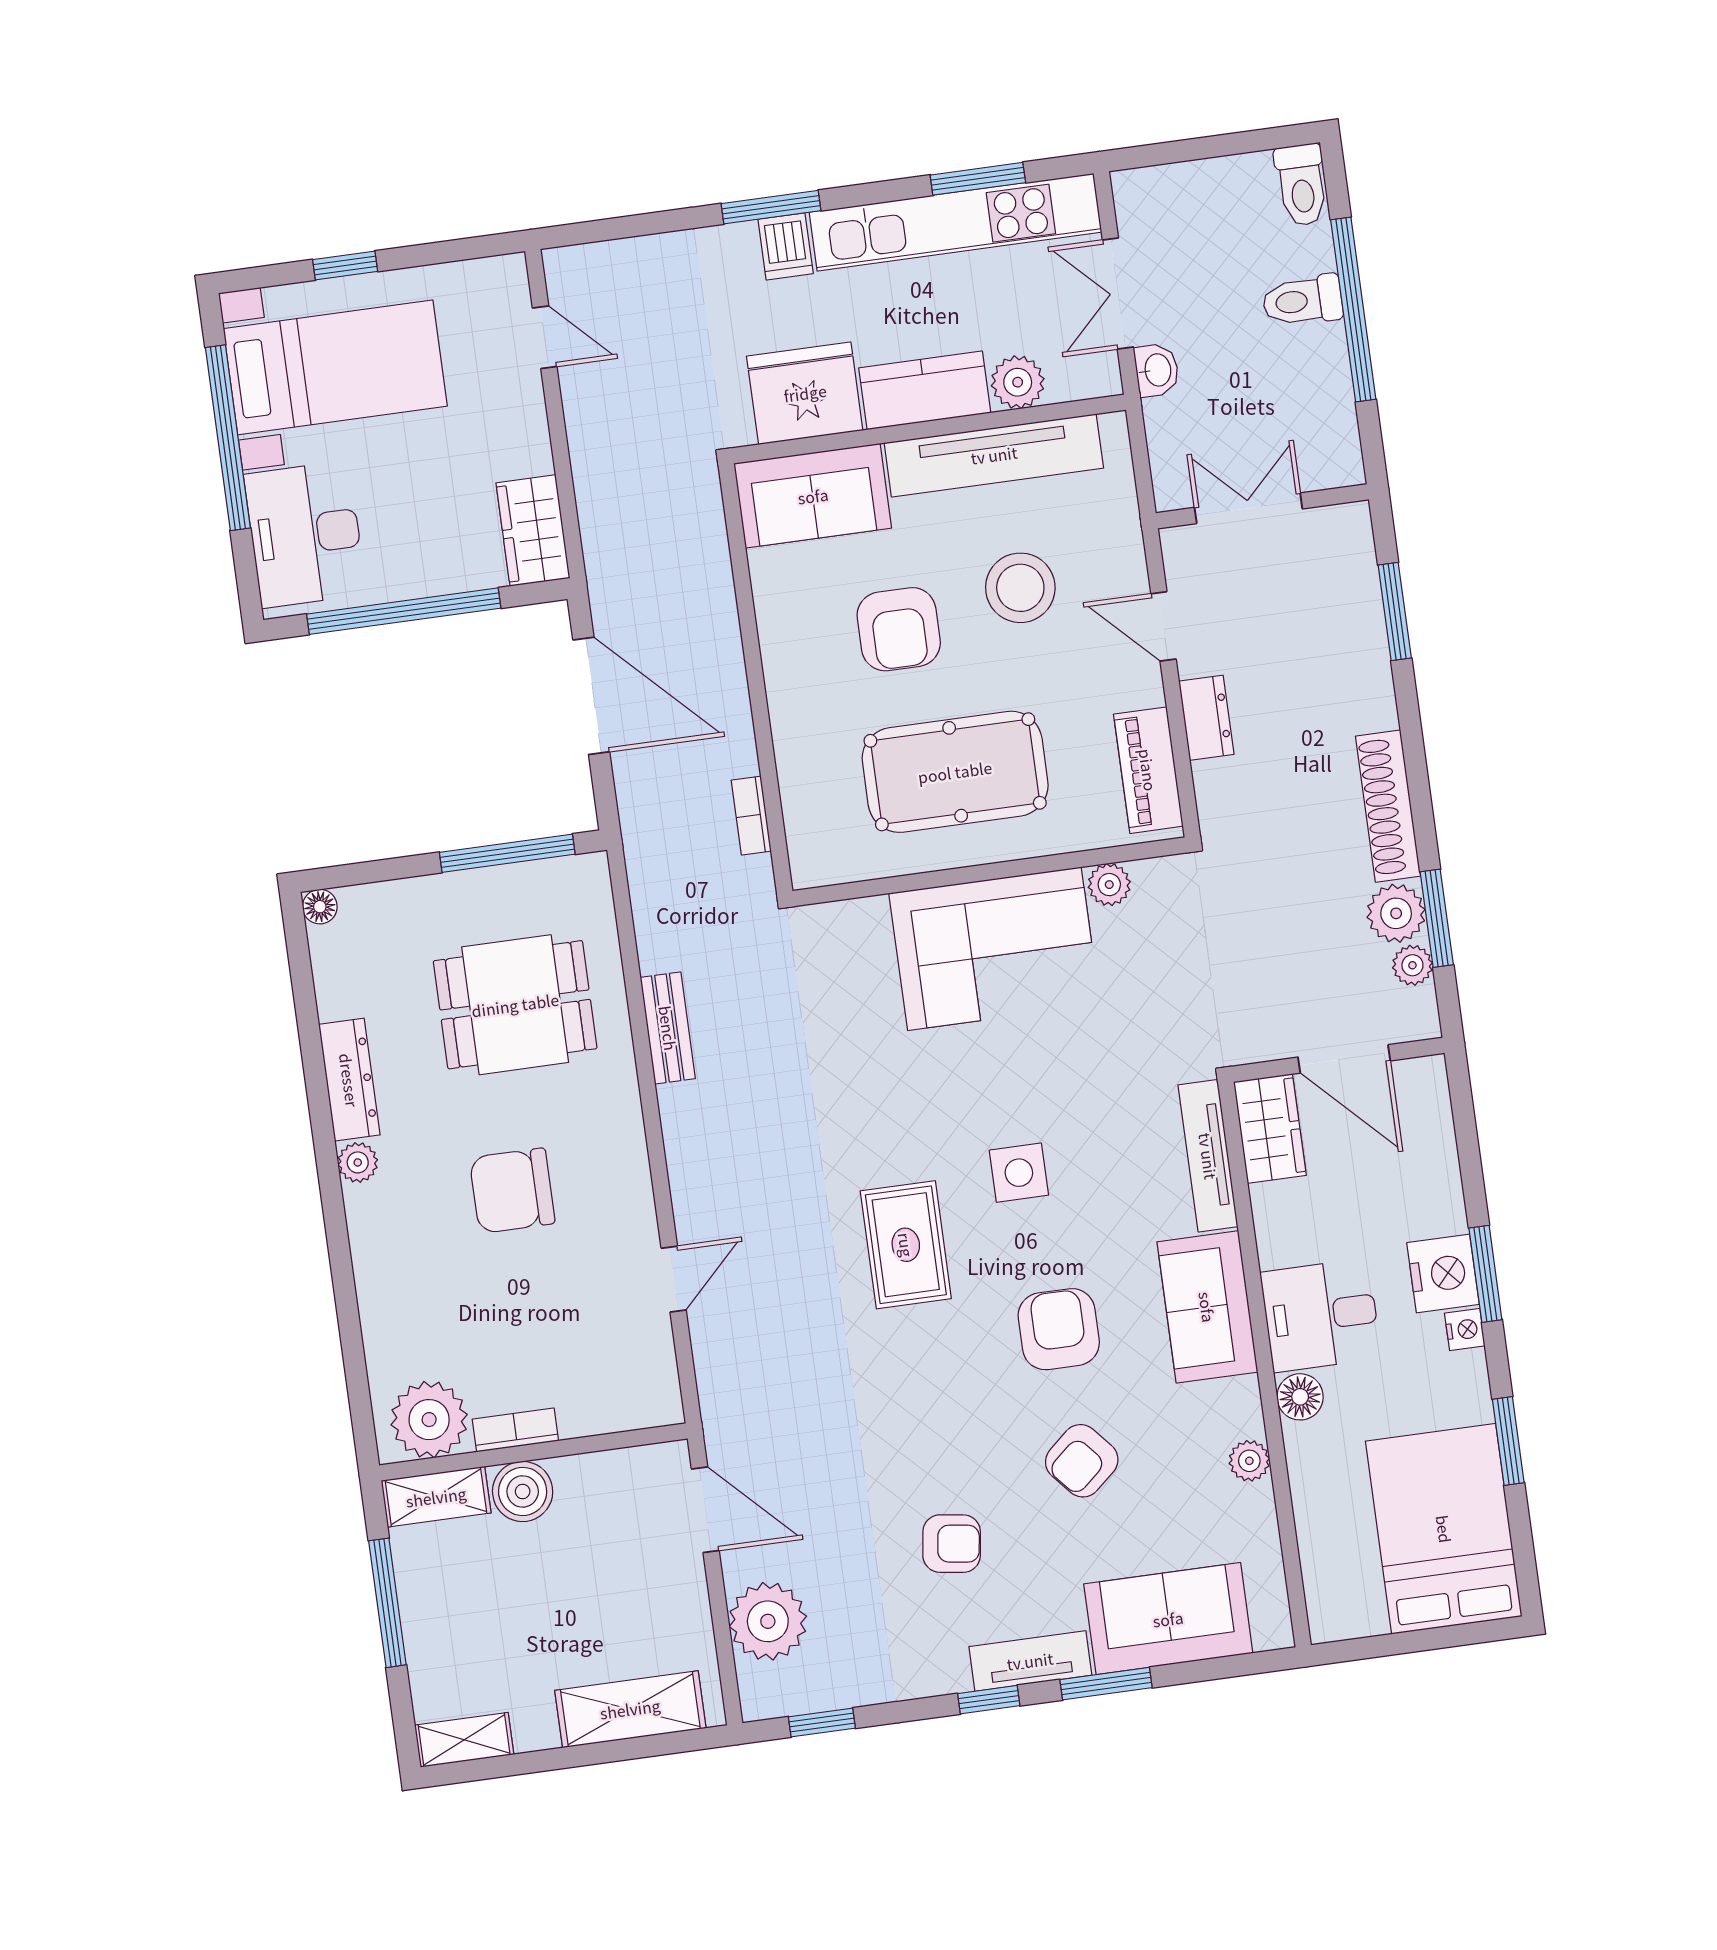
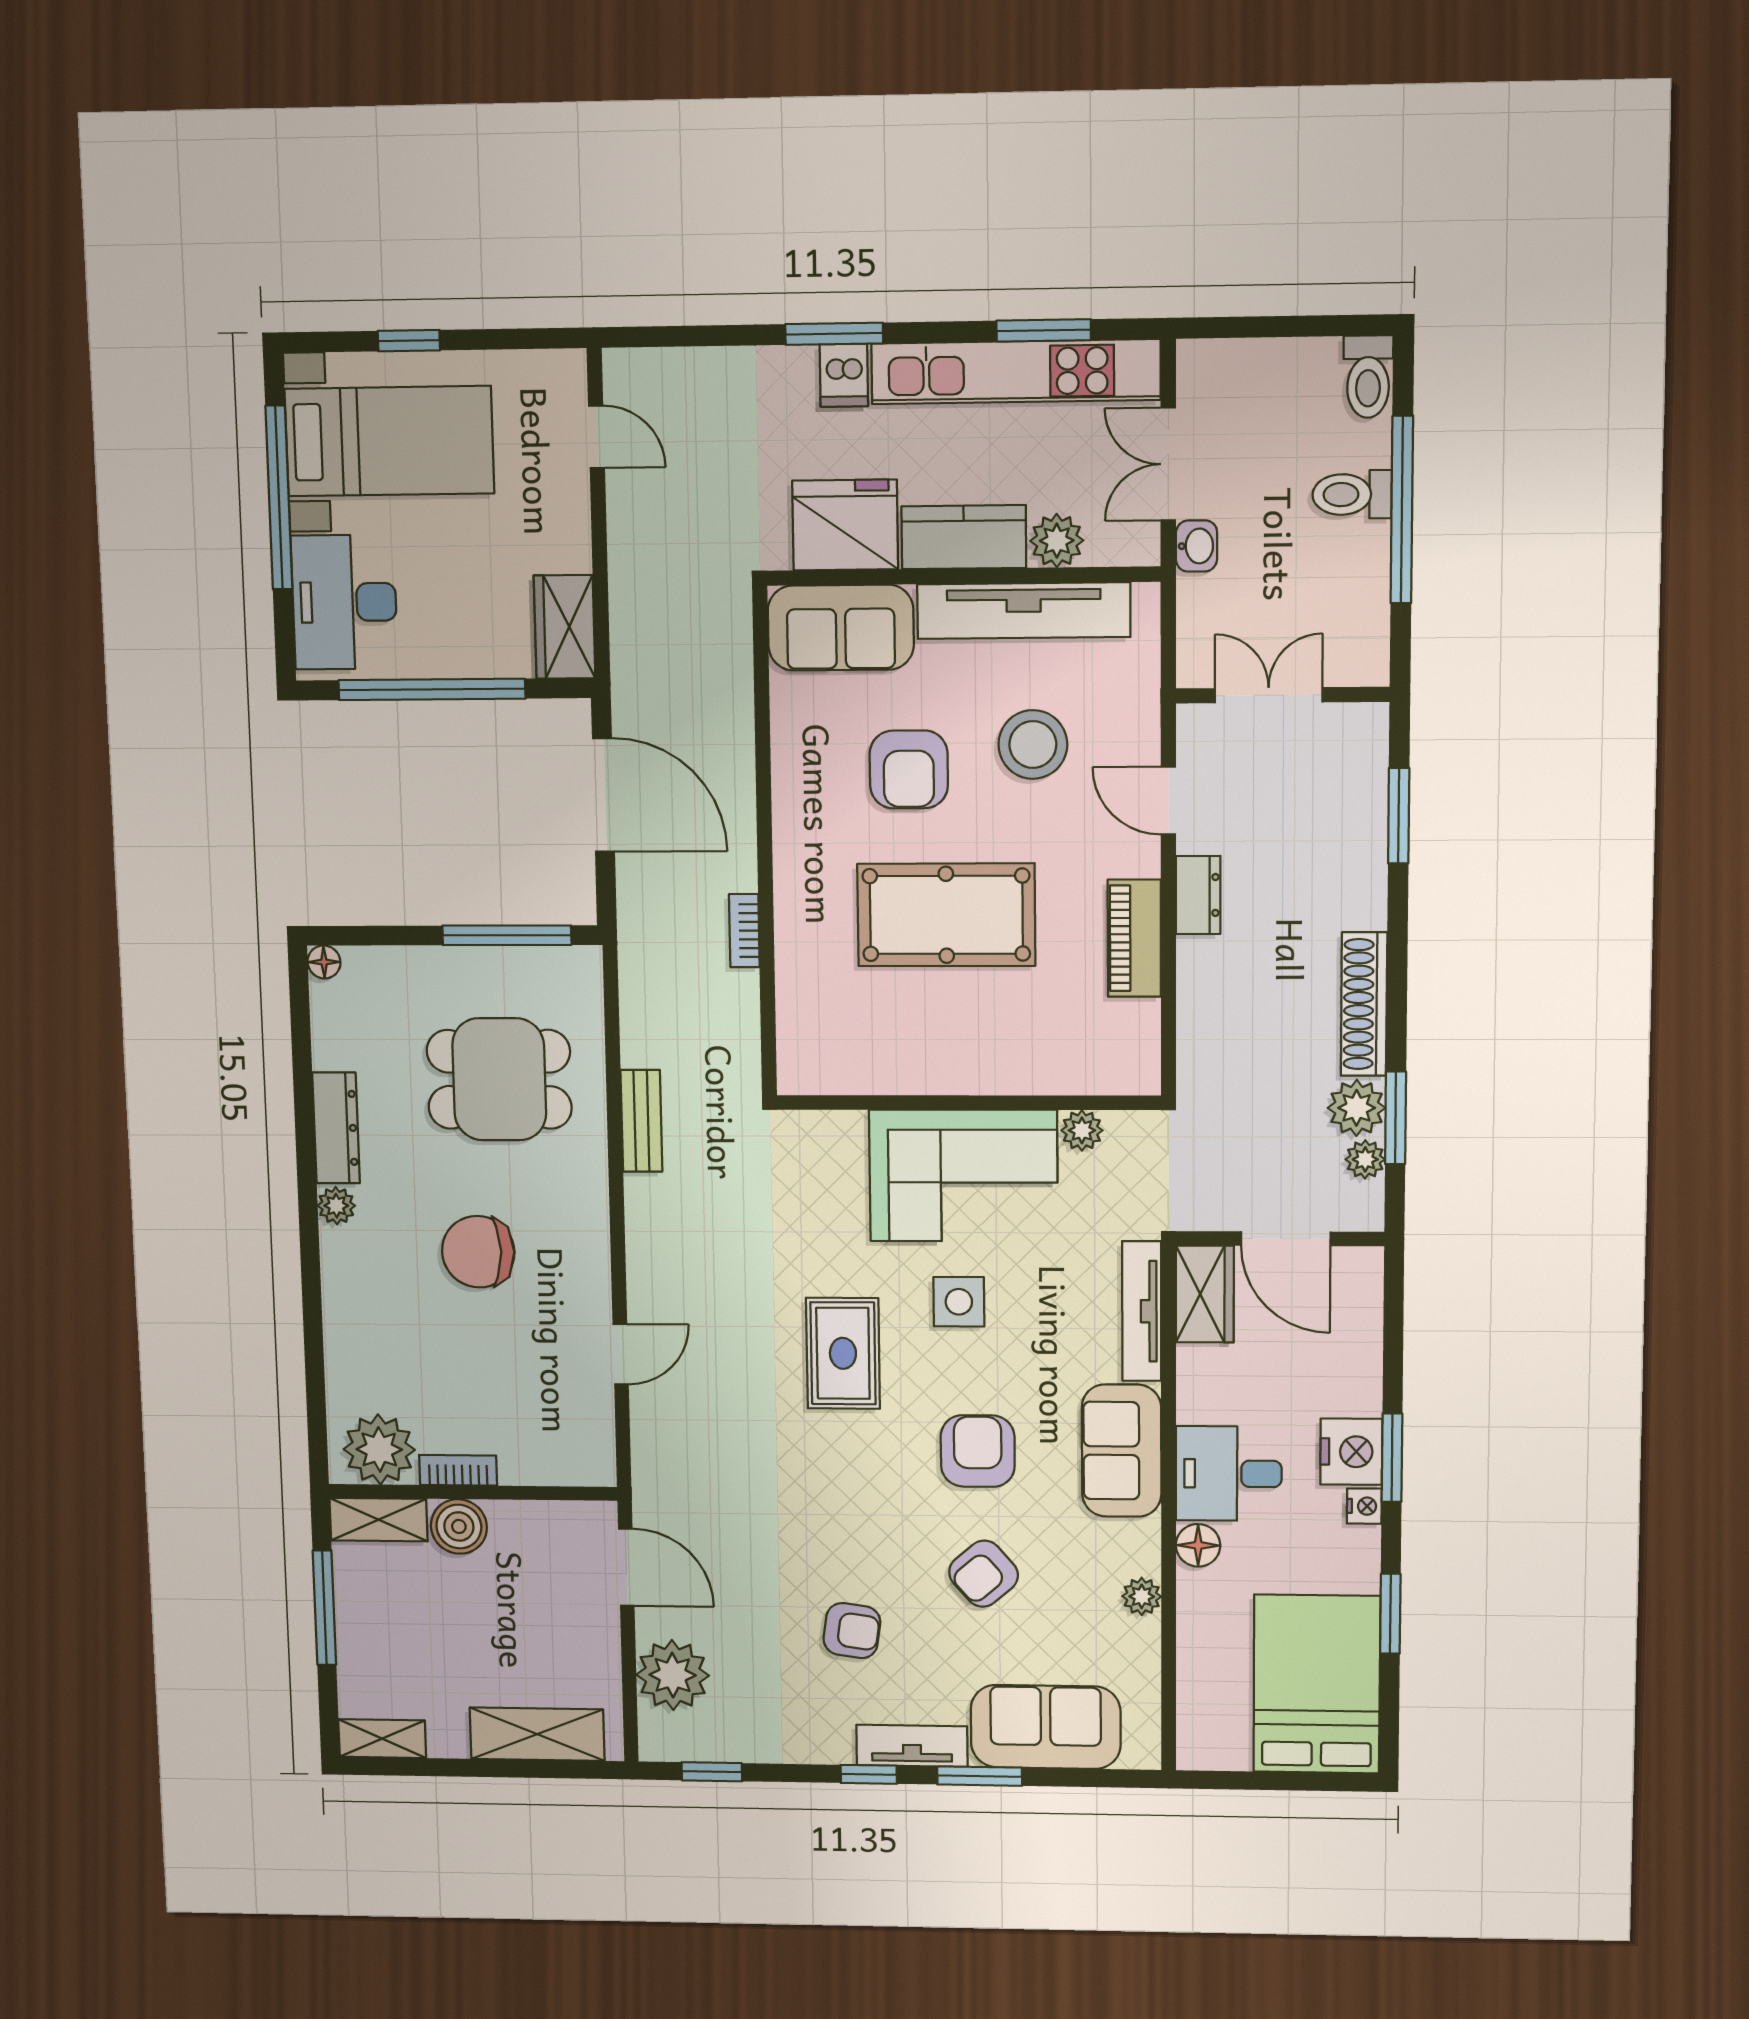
wall: (990, 872) -> (968, 1103), moved
plant: (1109, 885) -> (1082, 1130), moved
corner sofa: (994, 949) -> (963, 1176), moved

